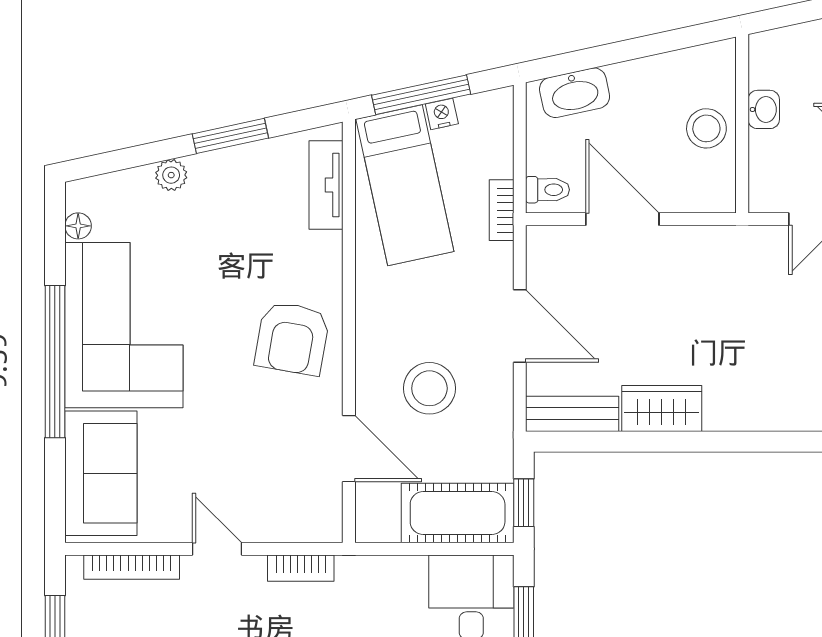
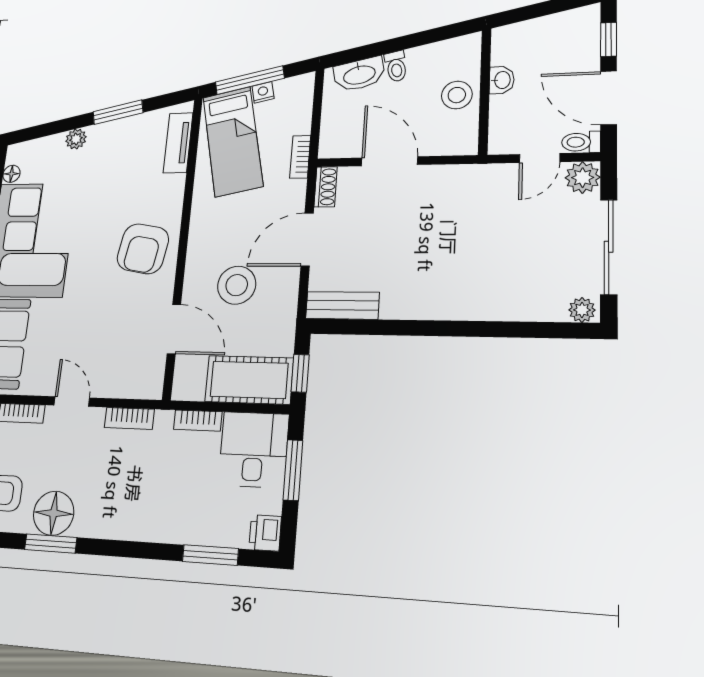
toilet: (548, 190) -> (396, 66), moved, turned 78
shoe rack: (539, 253) -> (326, 187), added
door: (520, 326) -> (307, 239), swing flipped
wardrobe: (662, 409) -> (413, 302), removed
bookcase: (394, 567) -> (198, 421), added

